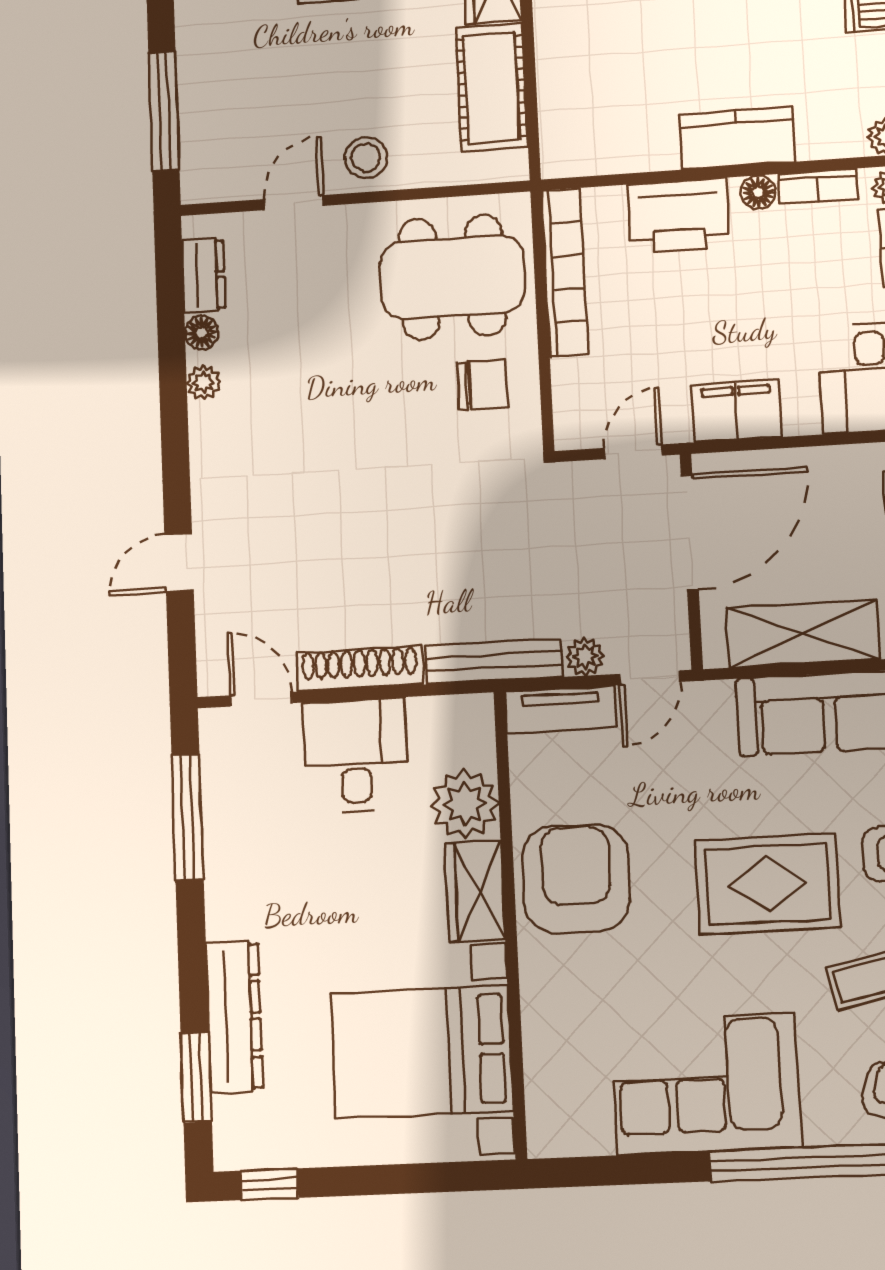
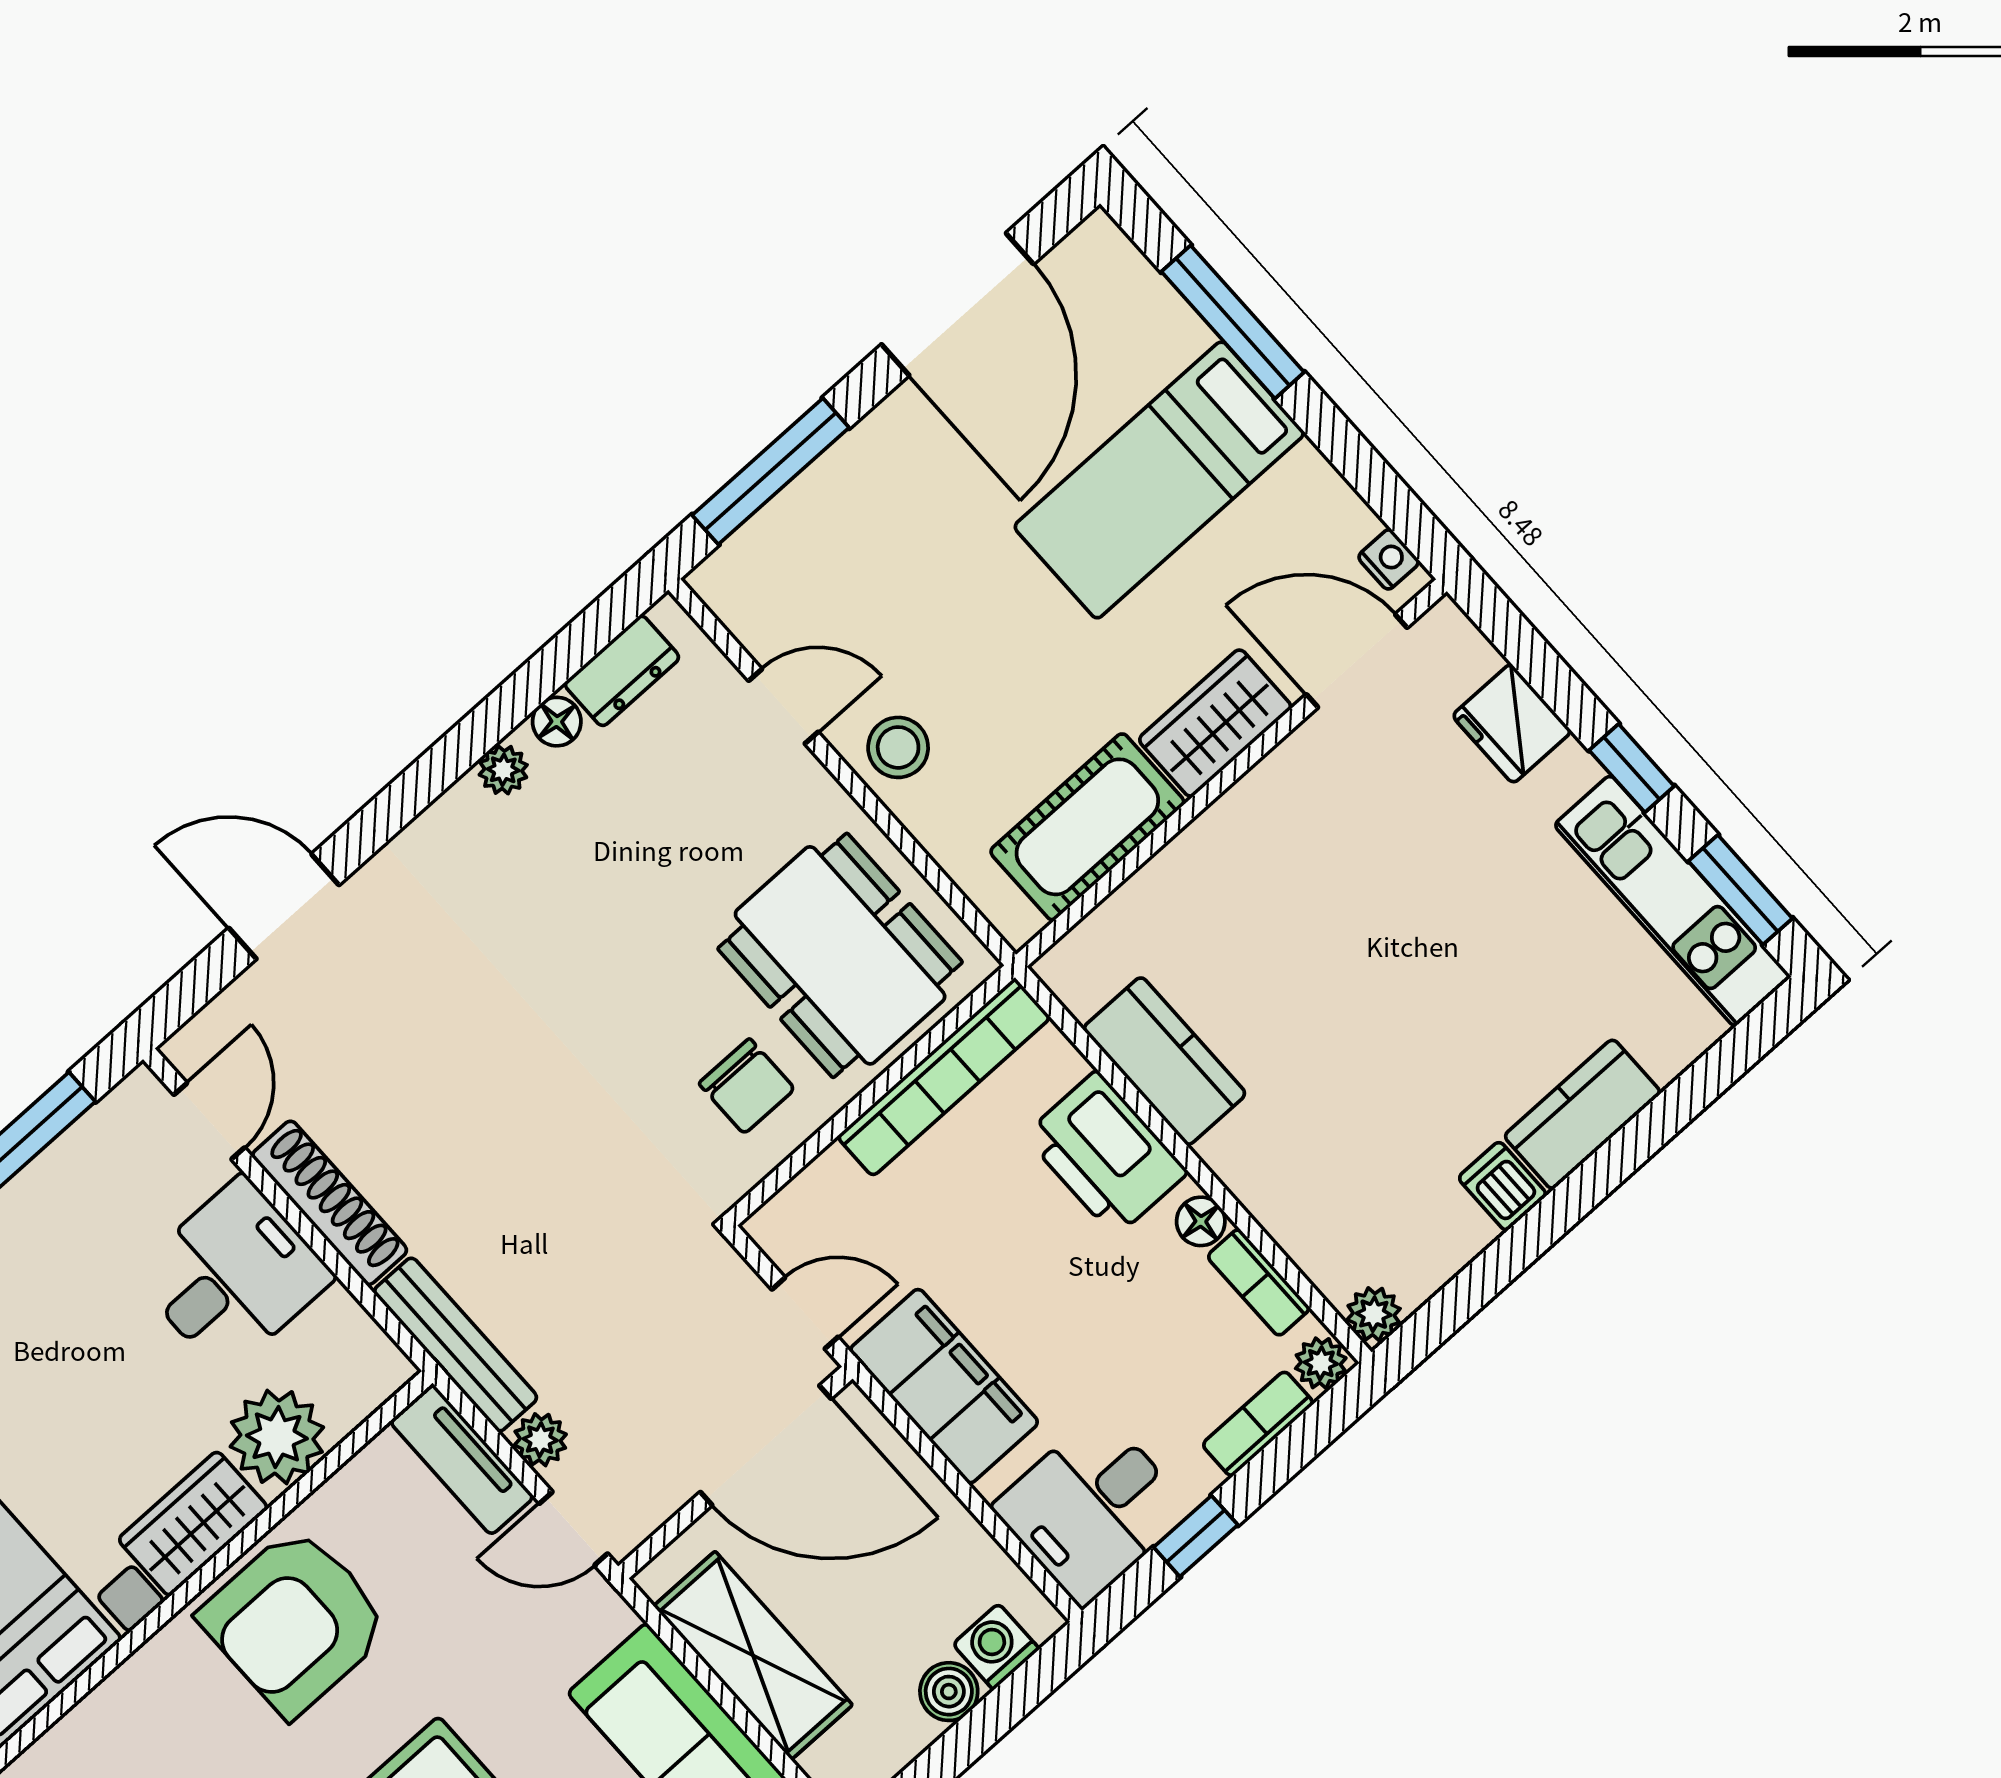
kitchen counter: (737, 138) -> (1164, 1061), moved
filing cabinet: (736, 411) -> (944, 1386), width x1.50, depth x1.17
door: (179, 563) -> (284, 906), width x1.38
armchair: (576, 879) -> (295, 1621), turned 180

